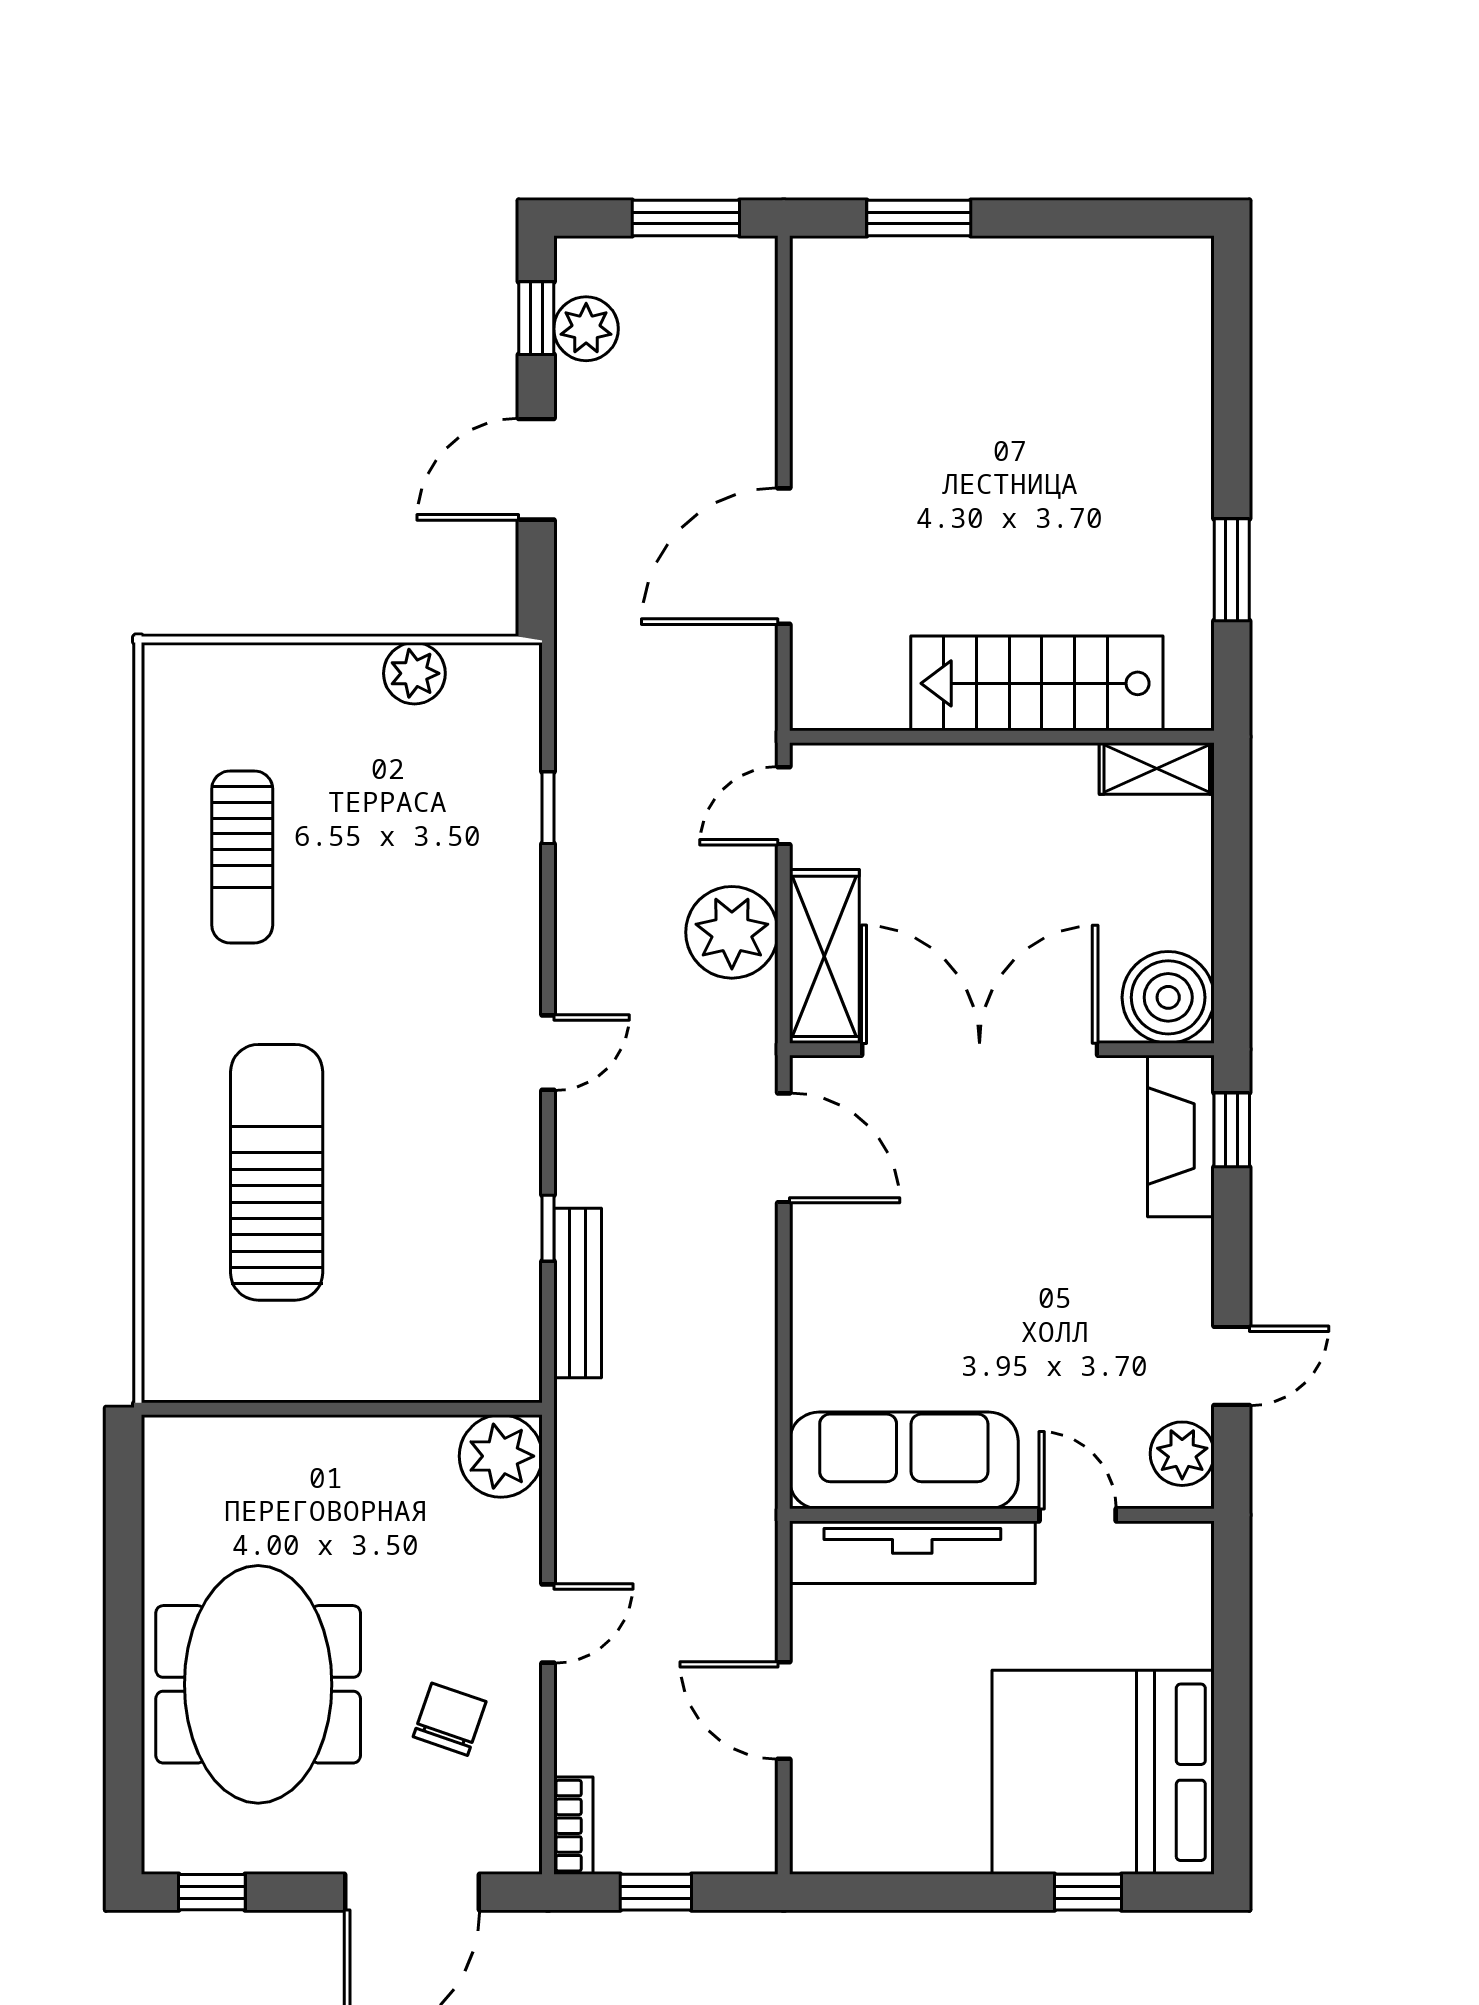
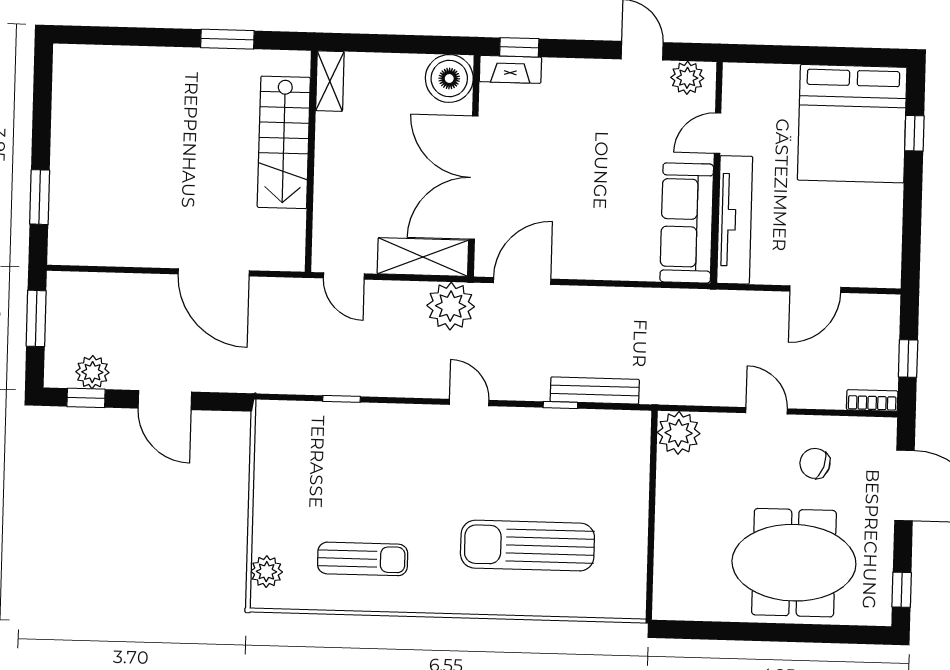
plant: (414, 673) -> (266, 572), moved
plant: (732, 932) -> (451, 306), moved
fireplace: (1181, 1136) -> (510, 69), width x0.73, depth x0.76

